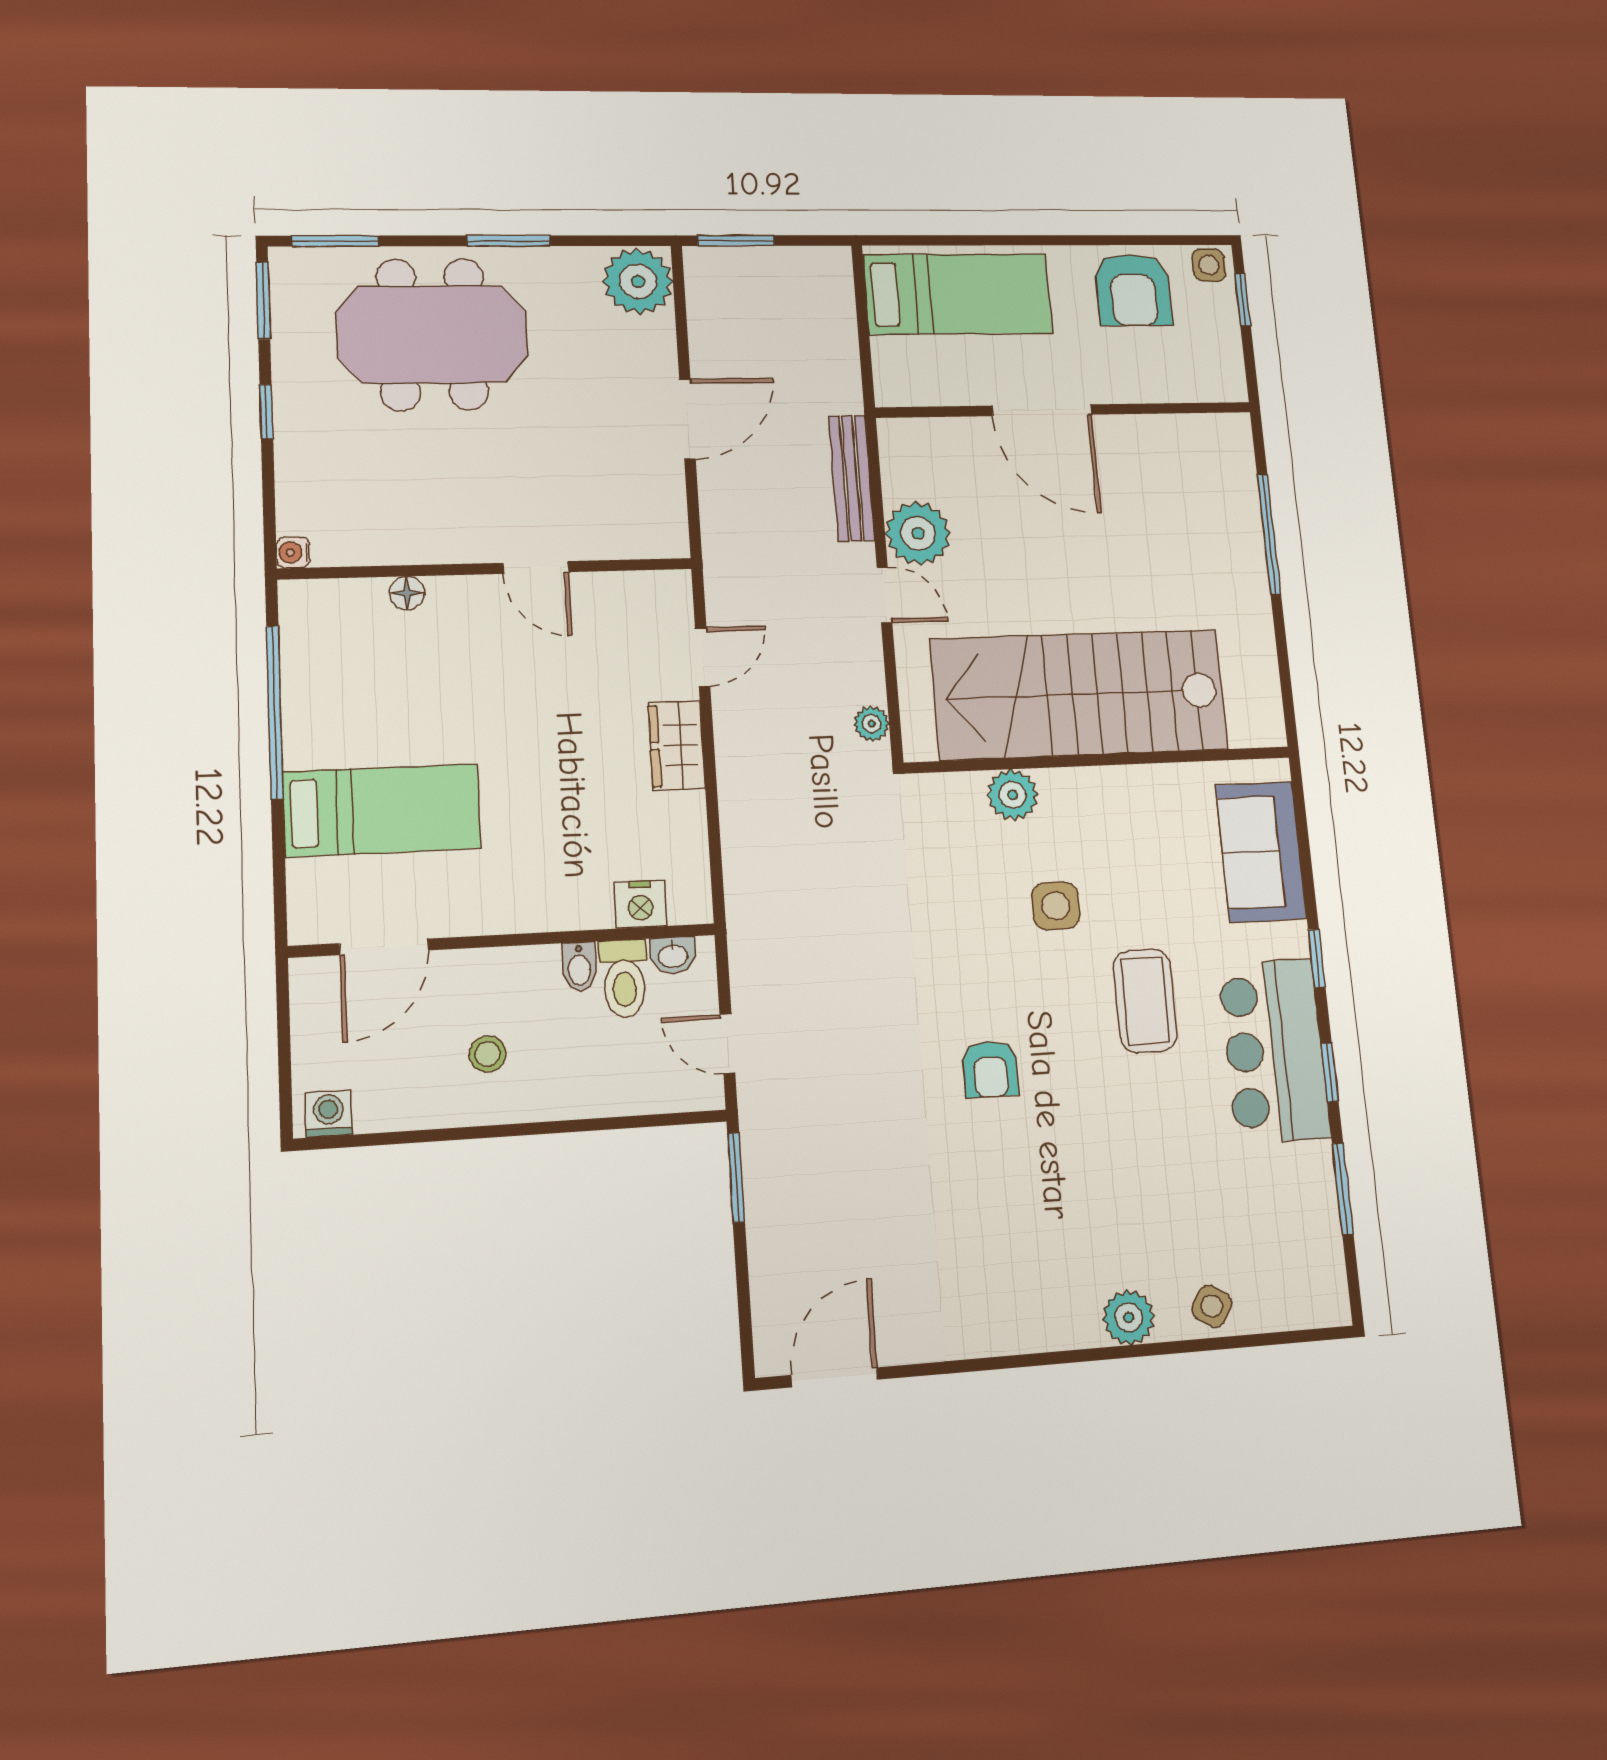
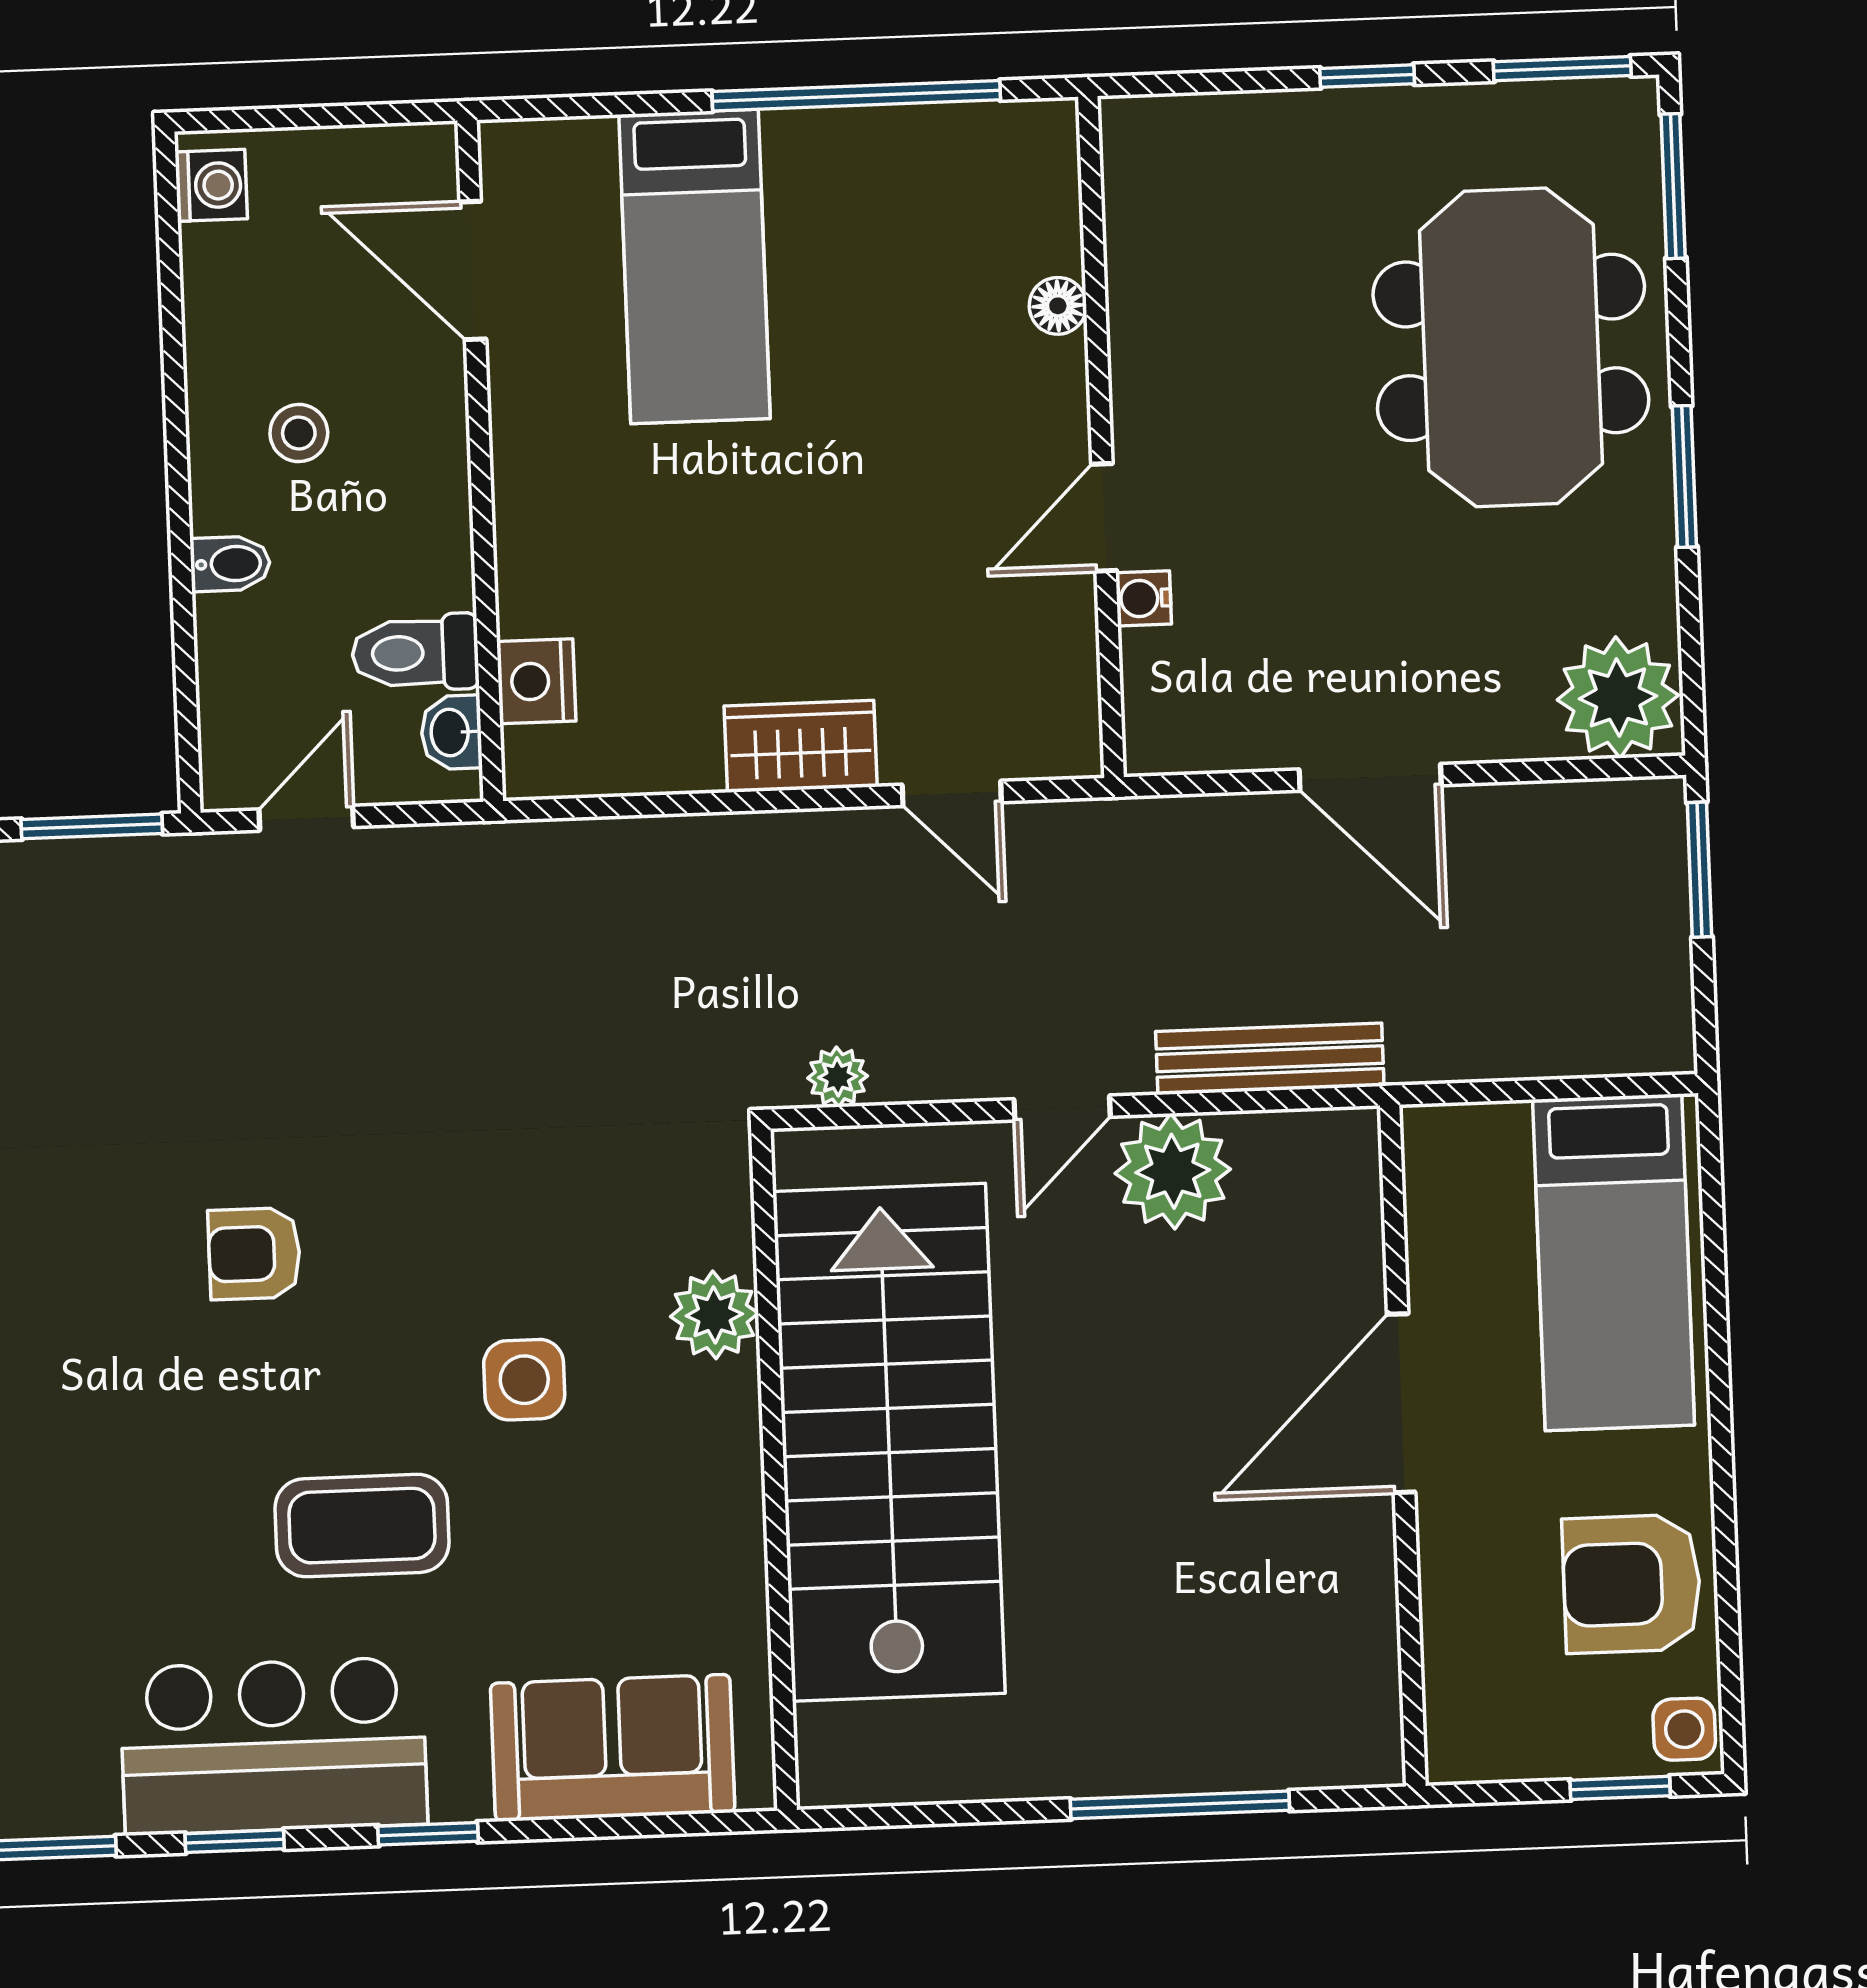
water cooler: (293, 552) -> (1144, 598), moved, turned -90
bidet: (579, 967) -> (230, 564), moved, turned 180

